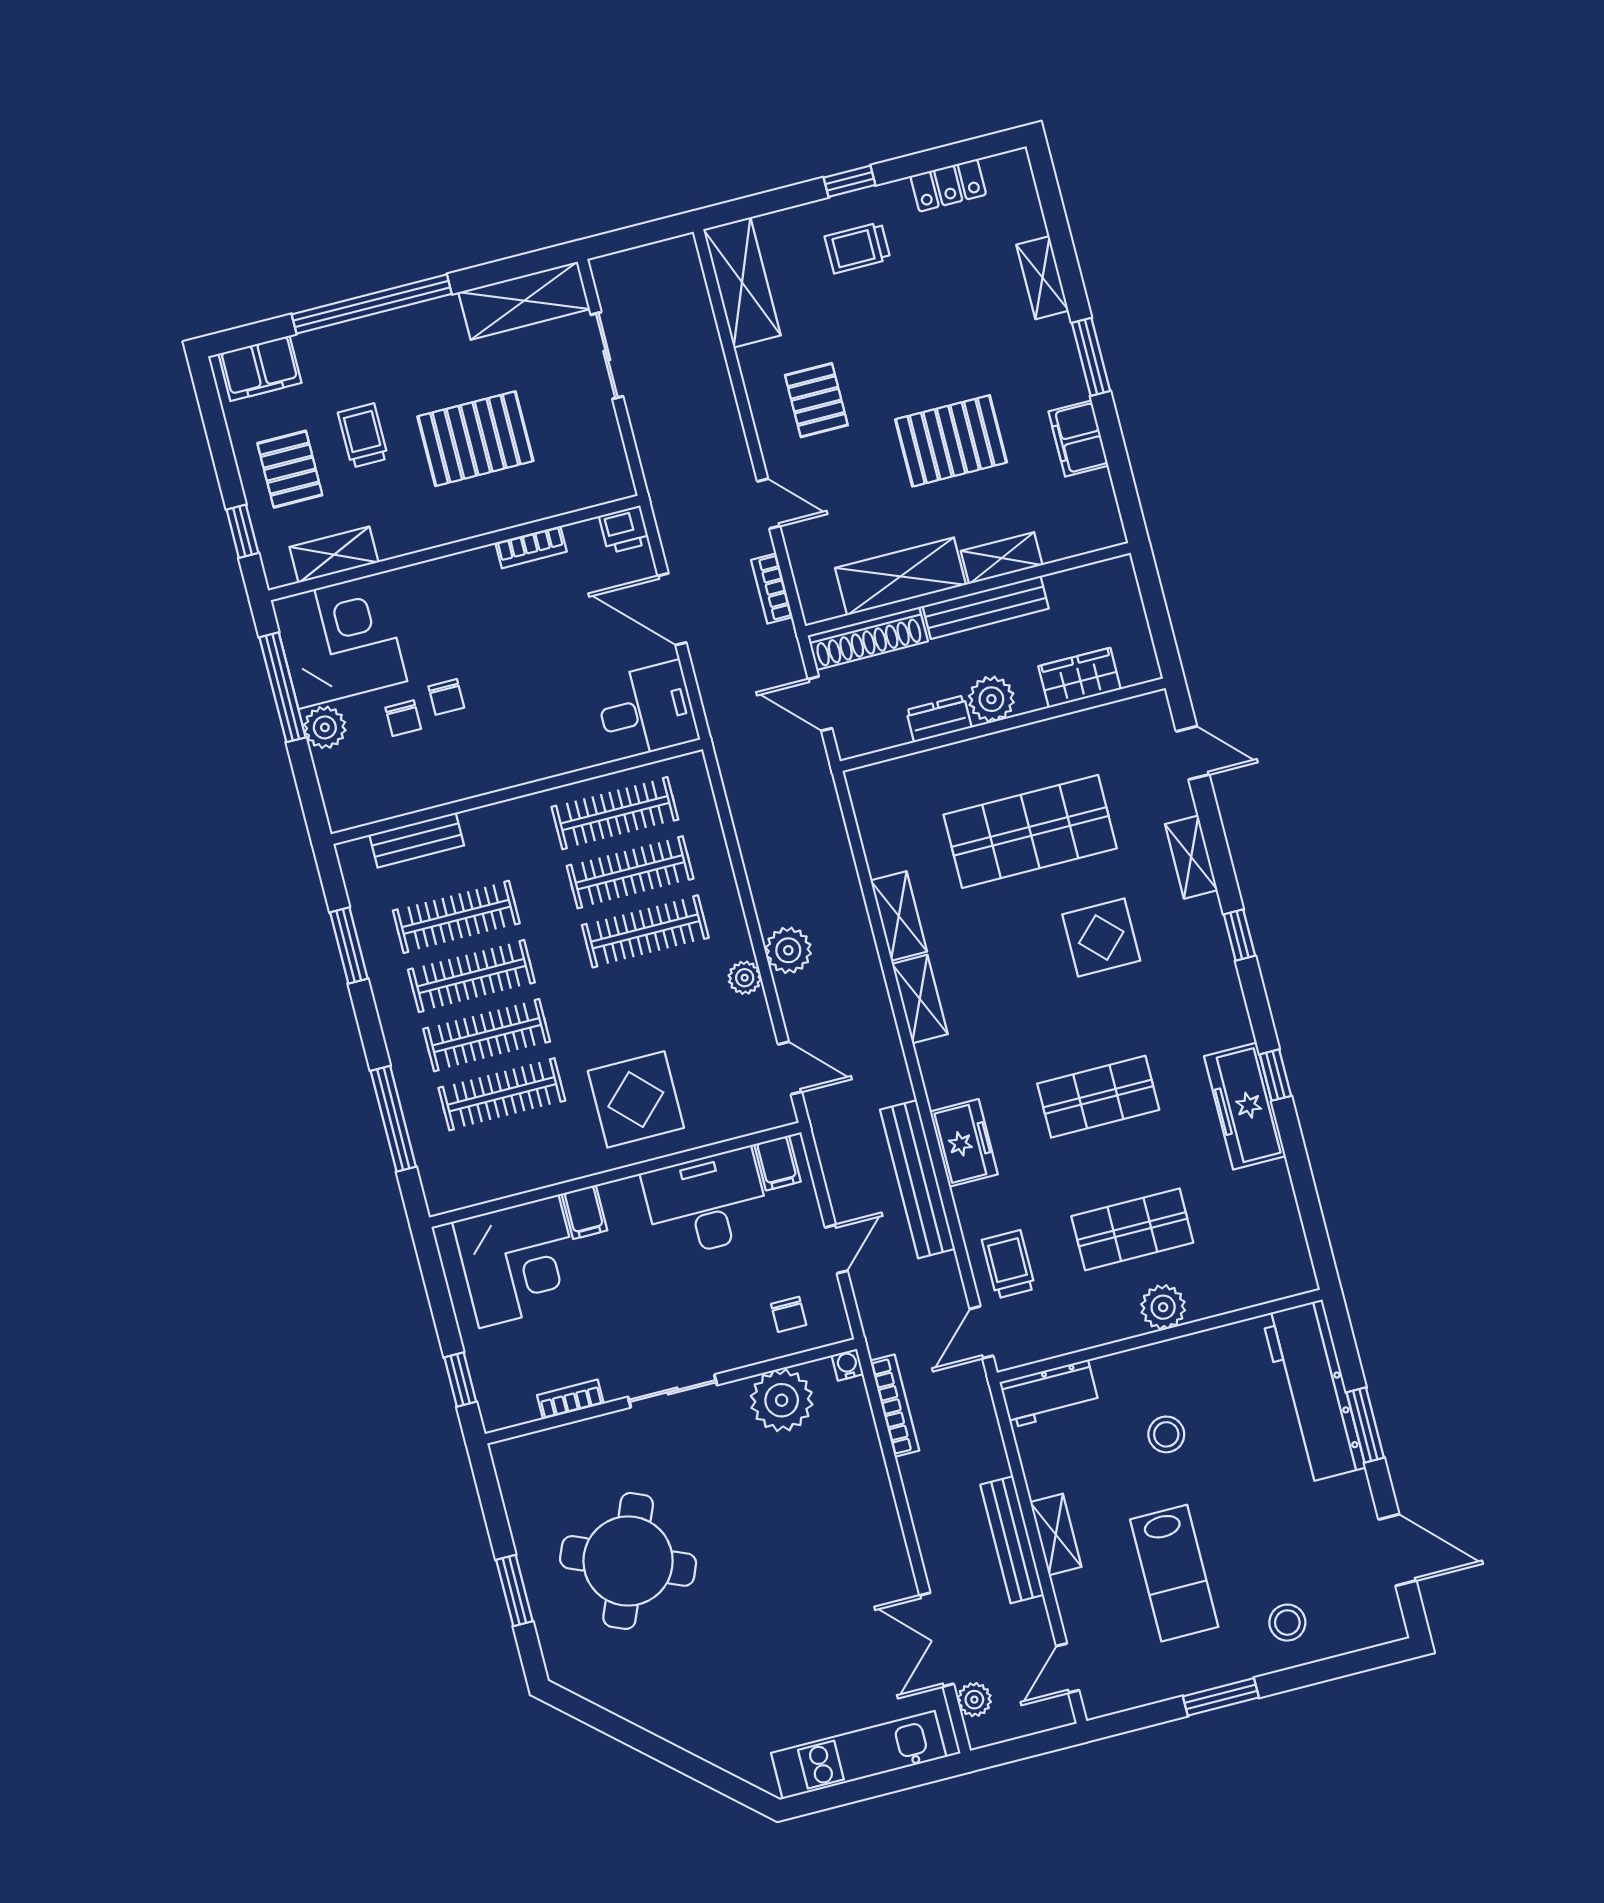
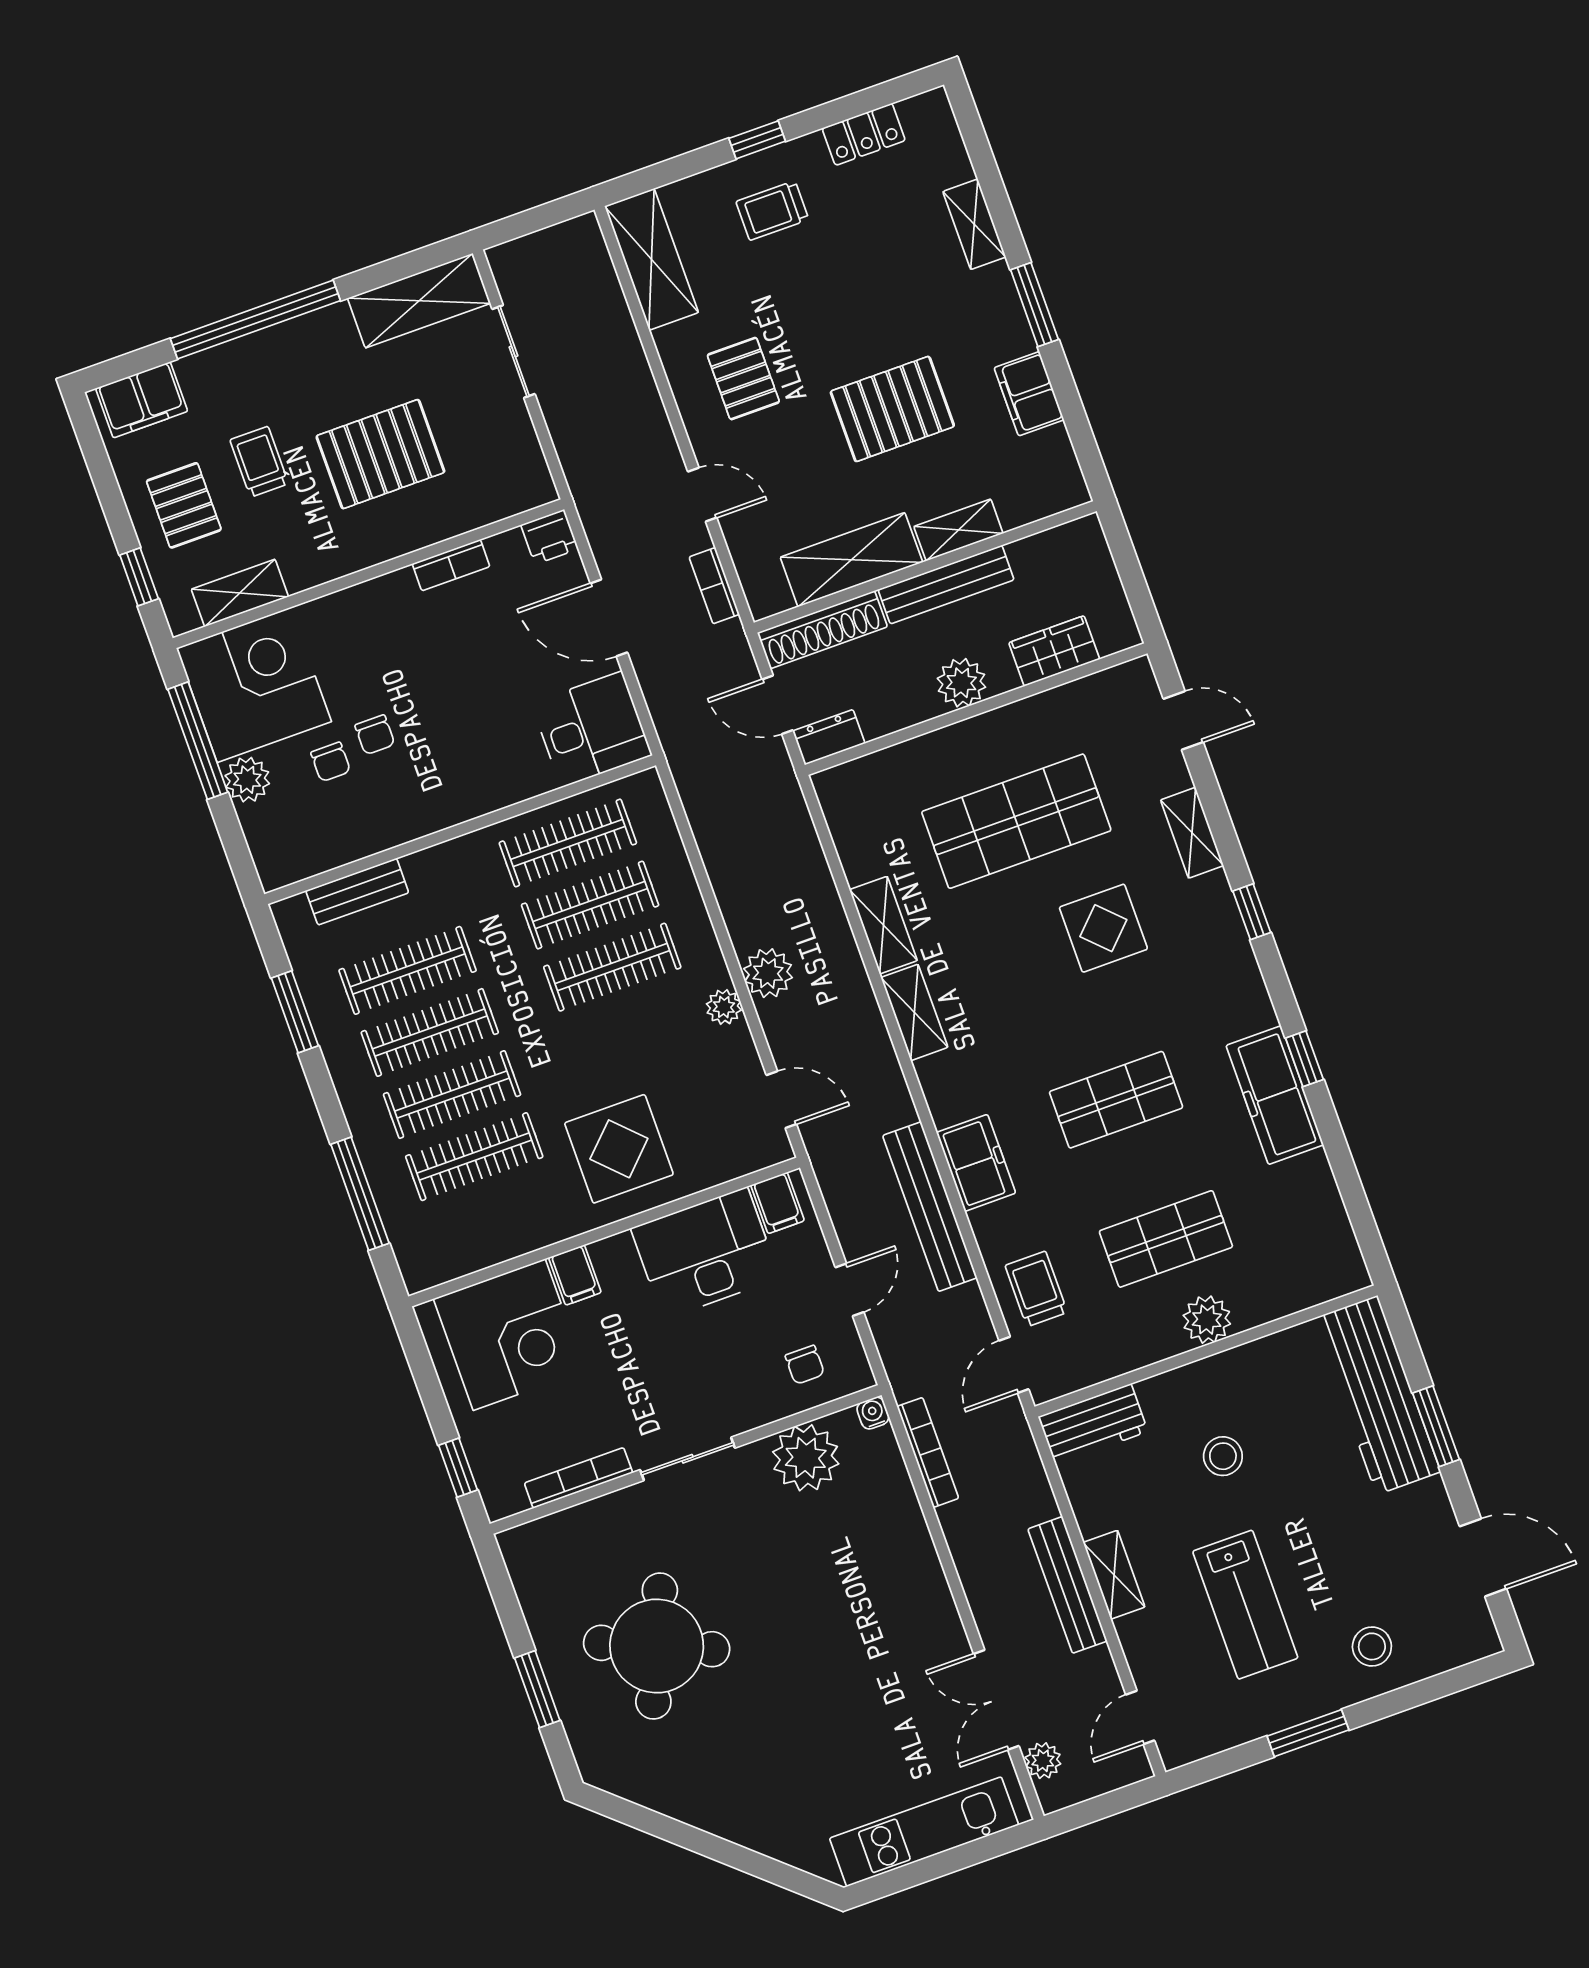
dresser: (939, 719) -> (829, 737), moved
bookcase: (570, 1399) -> (578, 1478), width x1.56

